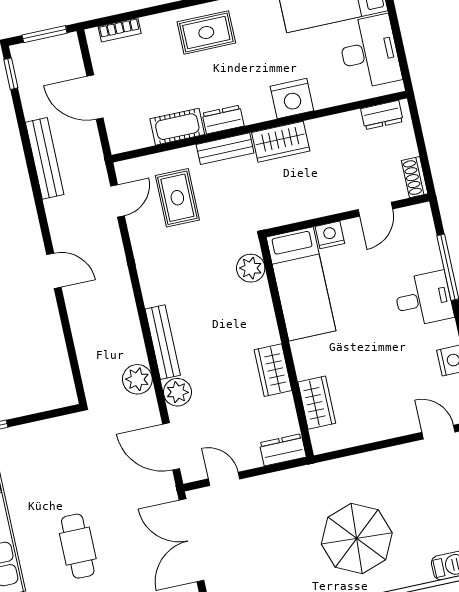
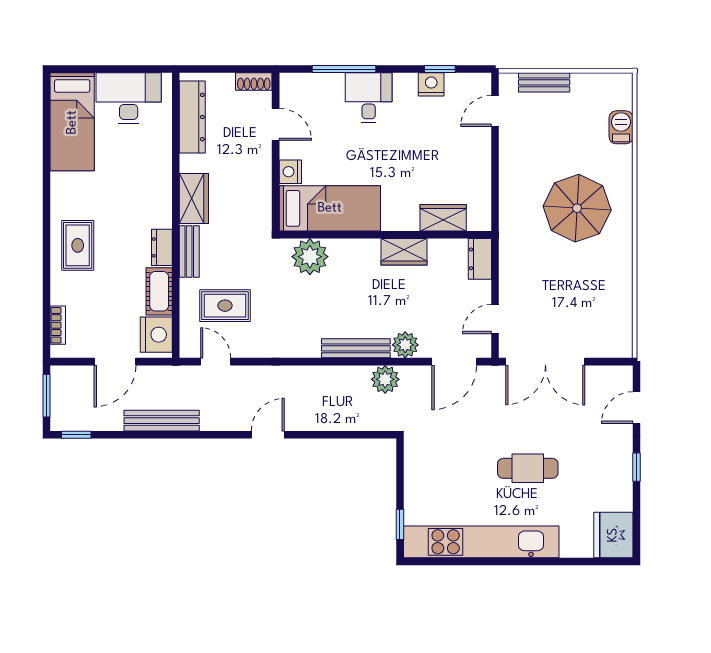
nightstand: (292, 98) -> (156, 335), moved
dresser: (382, 115) -> (192, 117), width x1.96, depth x1.24
plant: (251, 268) -> (310, 257), width x1.36, depth x1.36

